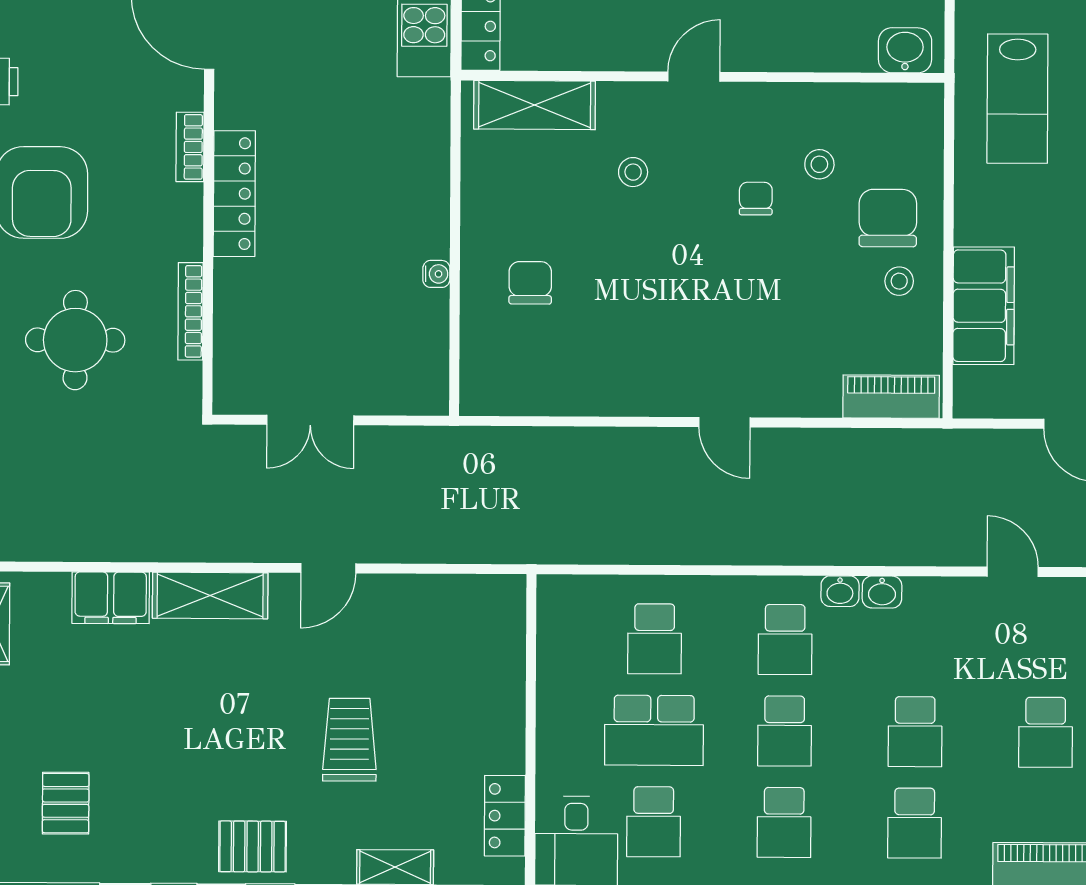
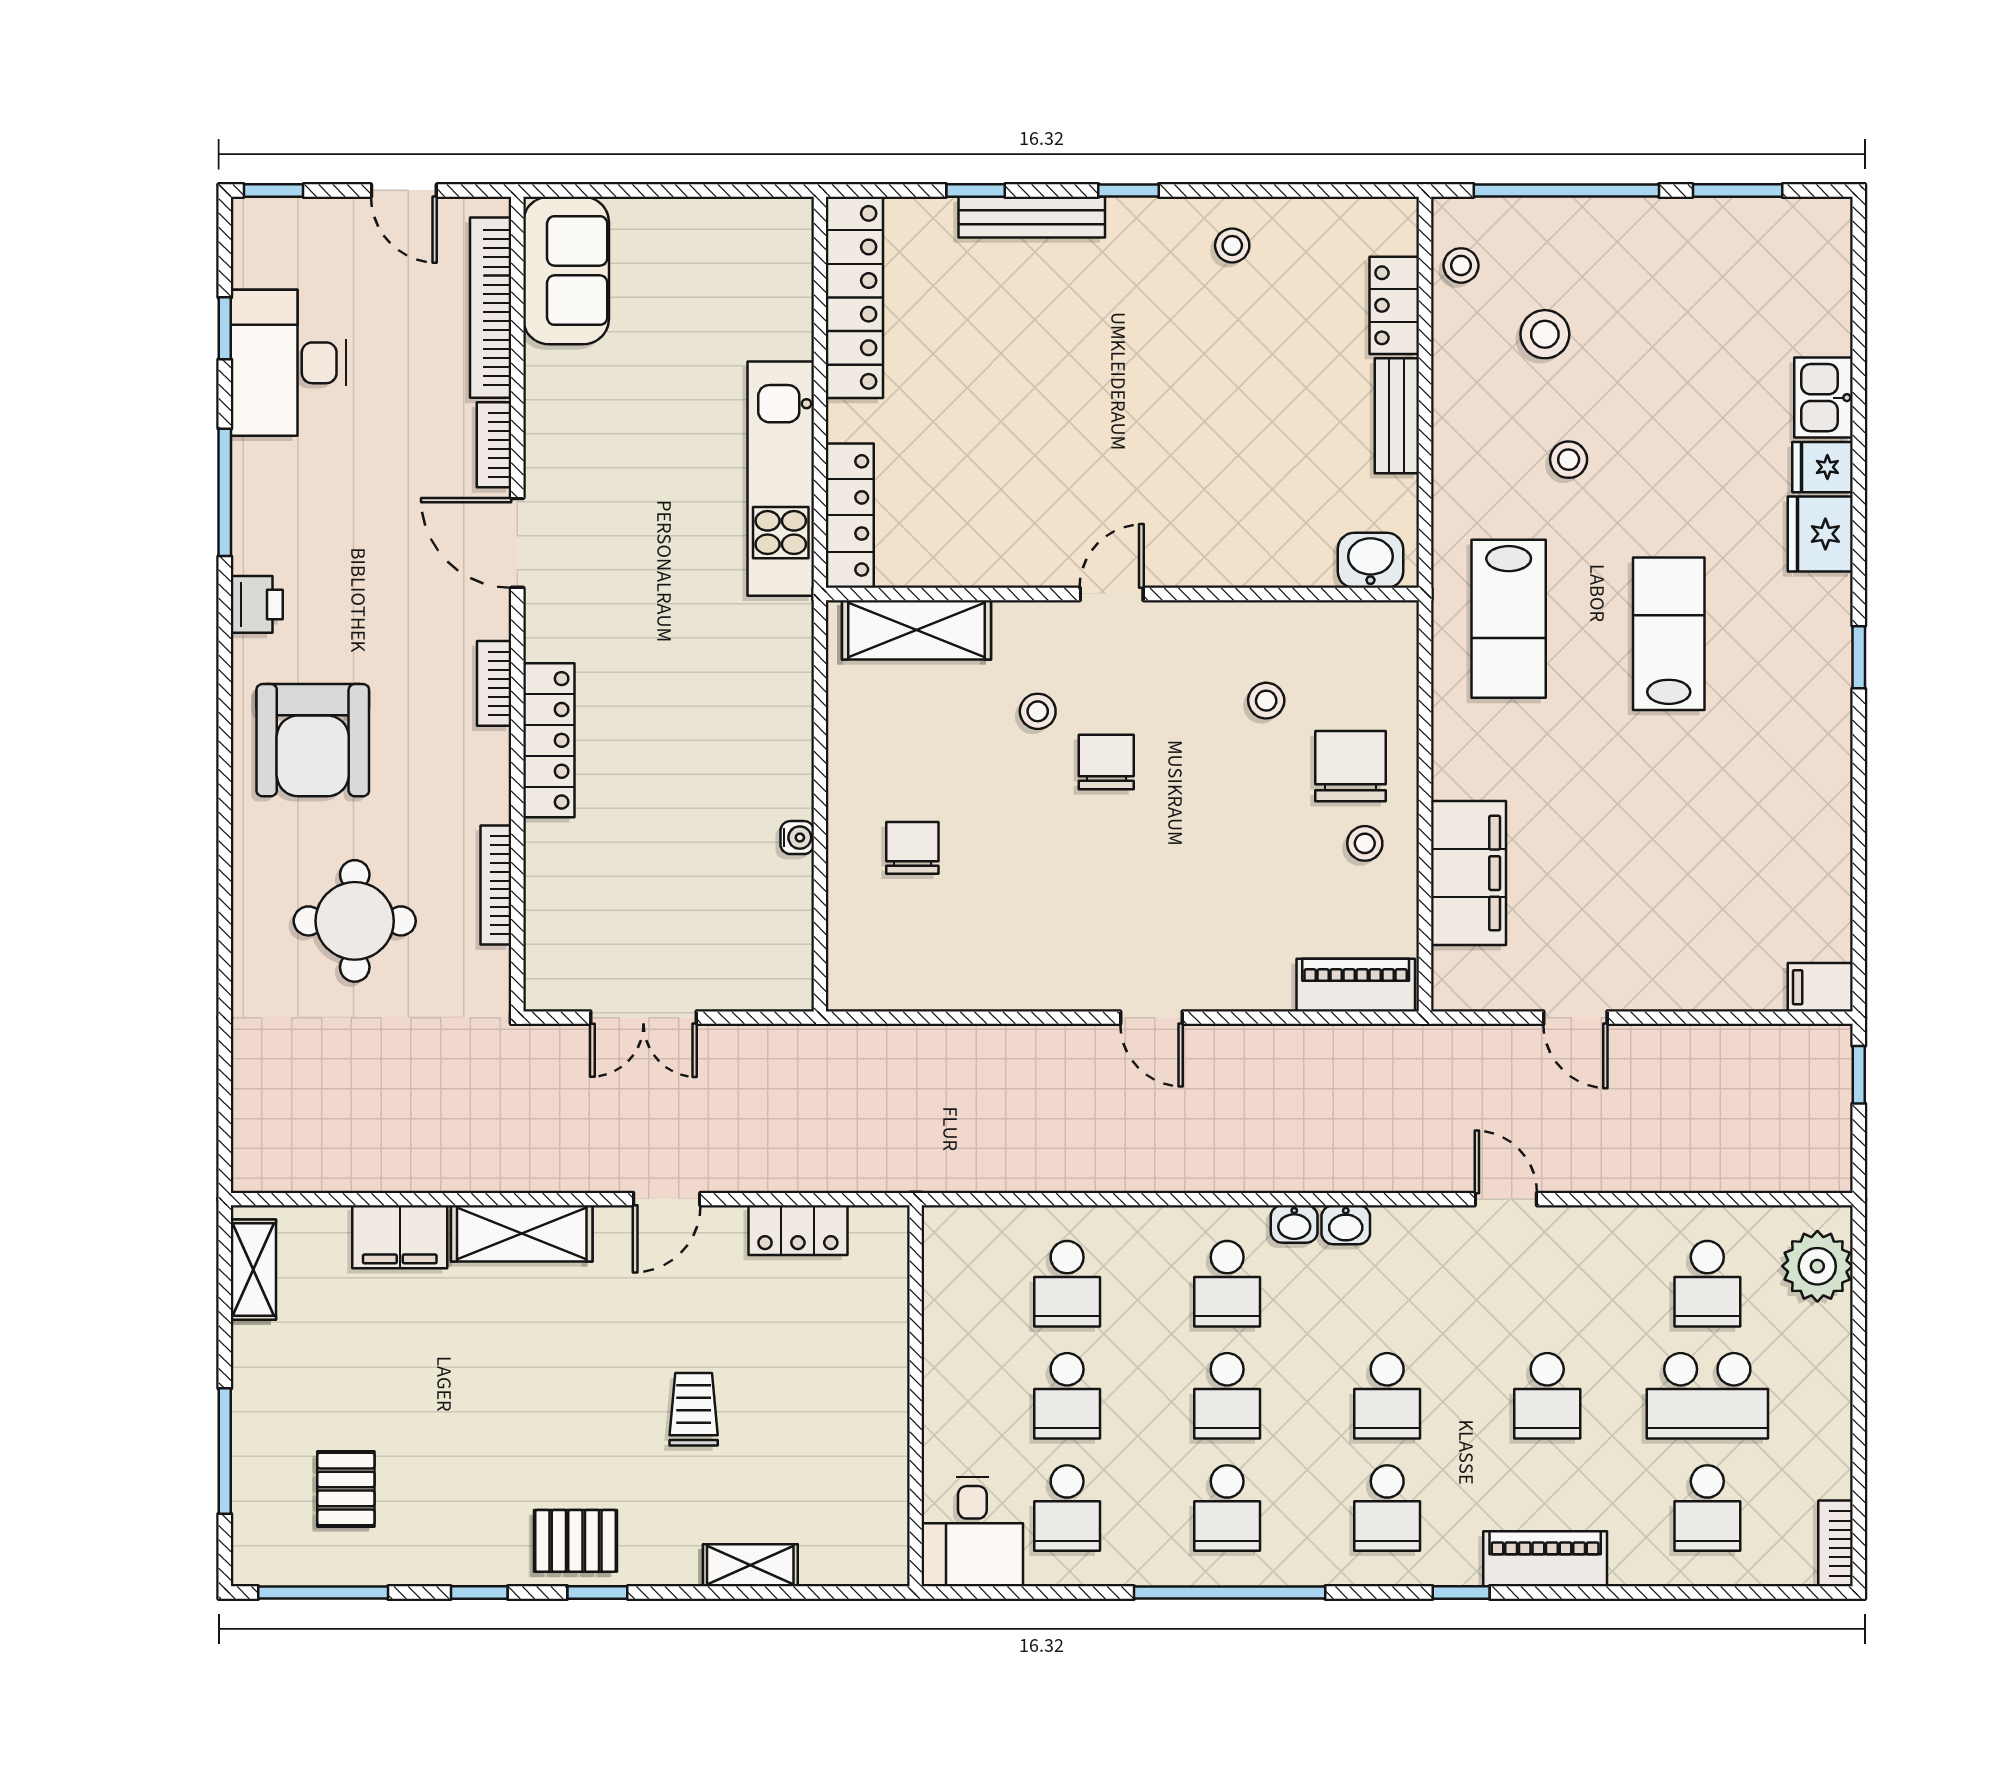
chair: (756, 199) -> (1106, 762), moved, width x1.37, depth x1.37
school desk: (654, 730) -> (1067, 1396), width x0.54
trolley: (349, 740) -> (694, 1409), width x0.73, depth x0.72
locker: (505, 816) -> (798, 1230), moved, turned -90

